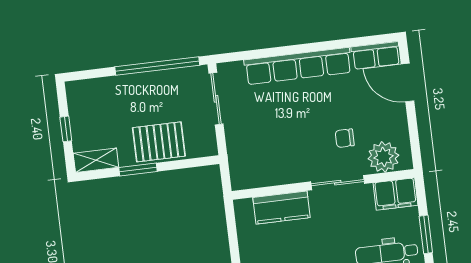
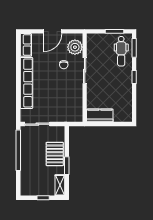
door: (407, 83) -> (53, 31), moved
filing cabinet: (396, 194) -> (93, 44), removed
kitchen counter: (281, 208) -> (100, 115), moved, turned -90

